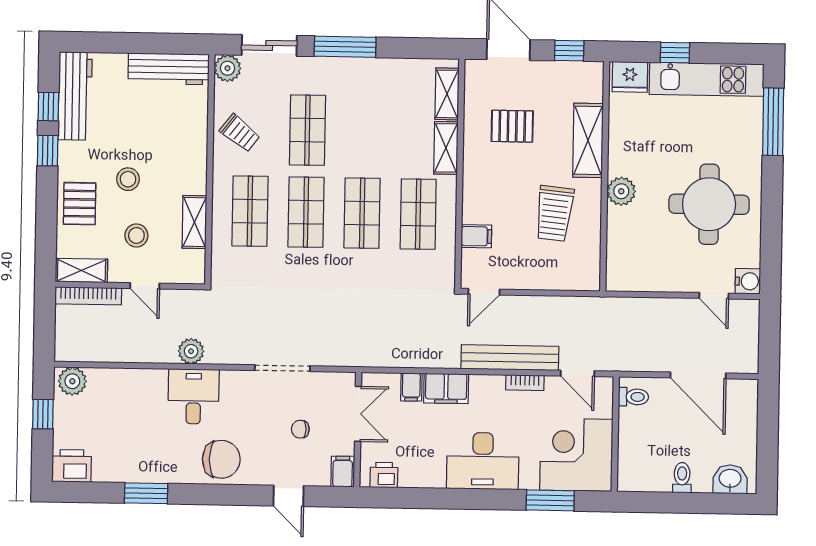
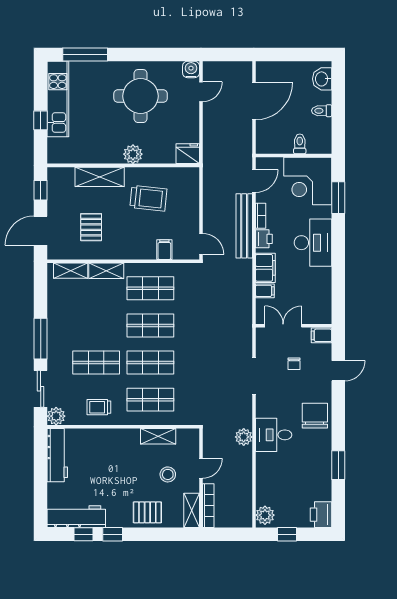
fridge: (630, 77) -> (188, 154), moved, turned -90
trolley: (240, 133) -> (99, 407), turned -128
stool: (128, 179) -> (131, 481), removed
toilet: (633, 397) -> (300, 144), moved
printer: (384, 475) -> (264, 239), moved, turned 180

